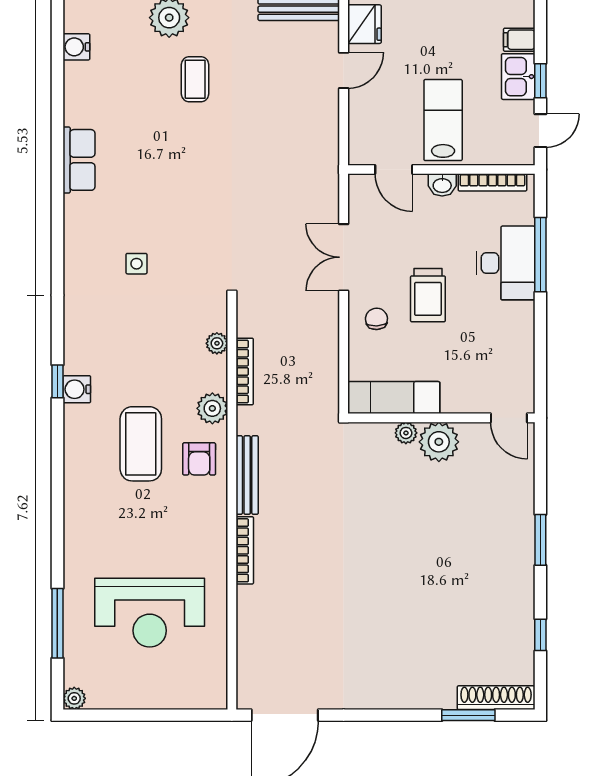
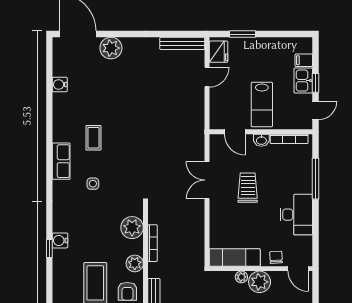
water cooler: (76, 47) -> (60, 84), moved
coffee table: (195, 79) -> (93, 138), moved
lab bench: (443, 120) -> (262, 105), turned 180
row of seats: (79, 160) -> (61, 161), moved
desk: (506, 263) -> (296, 215), moved
trolley: (428, 295) -> (248, 188), moved, turned 180
chair: (376, 319) -> (276, 257), moved
plant: (217, 343) -> (132, 228), width x1.87, depth x1.87
water cooler: (77, 389) -> (60, 240), moved

